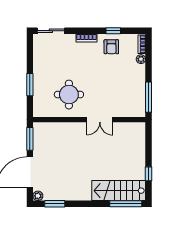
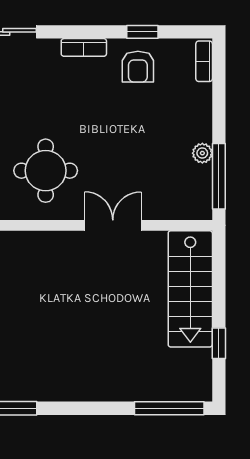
plant: (141, 59) -> (202, 153), moved
double door: (100, 120) -> (113, 225), swing flipped
stairs: (119, 191) -> (190, 289), moved, turned -90

